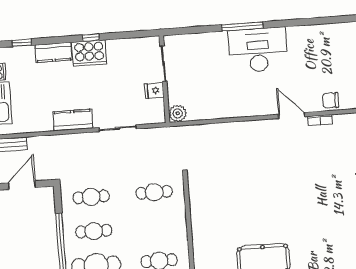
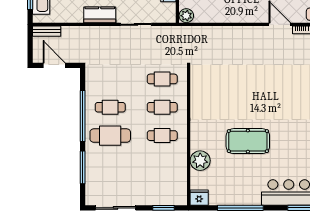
door: (22, 185) -> (54, 65), hinge flipped
cafe table: (91, 197) -> (162, 107), moved

